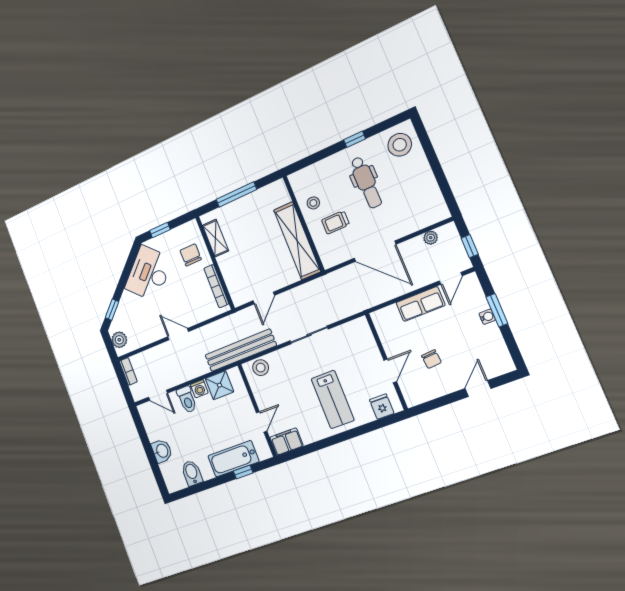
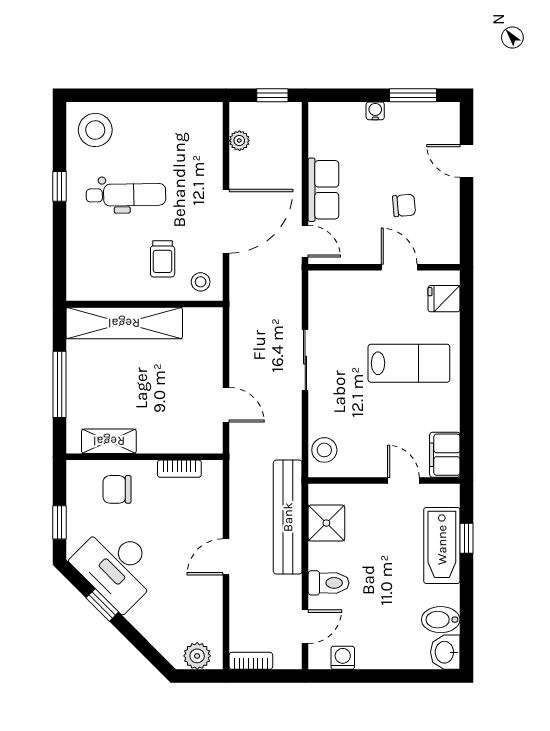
stool: (313, 203) -> (201, 282), moved
shelving: (297, 241) -> (124, 323), moved
door: (451, 278) -> (305, 241), moved
bookcase: (216, 286) -> (179, 469), width x0.64
window: (112, 310) -> (102, 605), moved
window: (497, 310) -> (413, 95), moved
bench: (241, 350) -> (288, 517), moved
washing machine: (199, 389) -> (343, 658), moved, turned -90
washbasin: (162, 451) -> (445, 652), moved, turned -90

